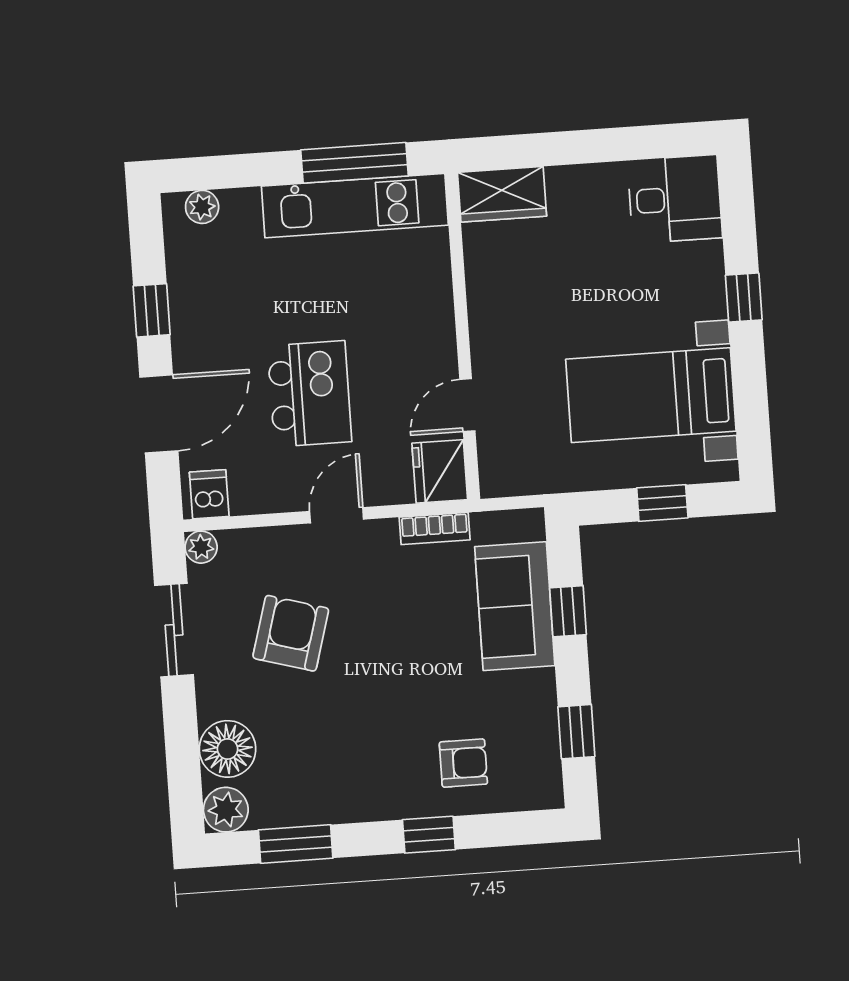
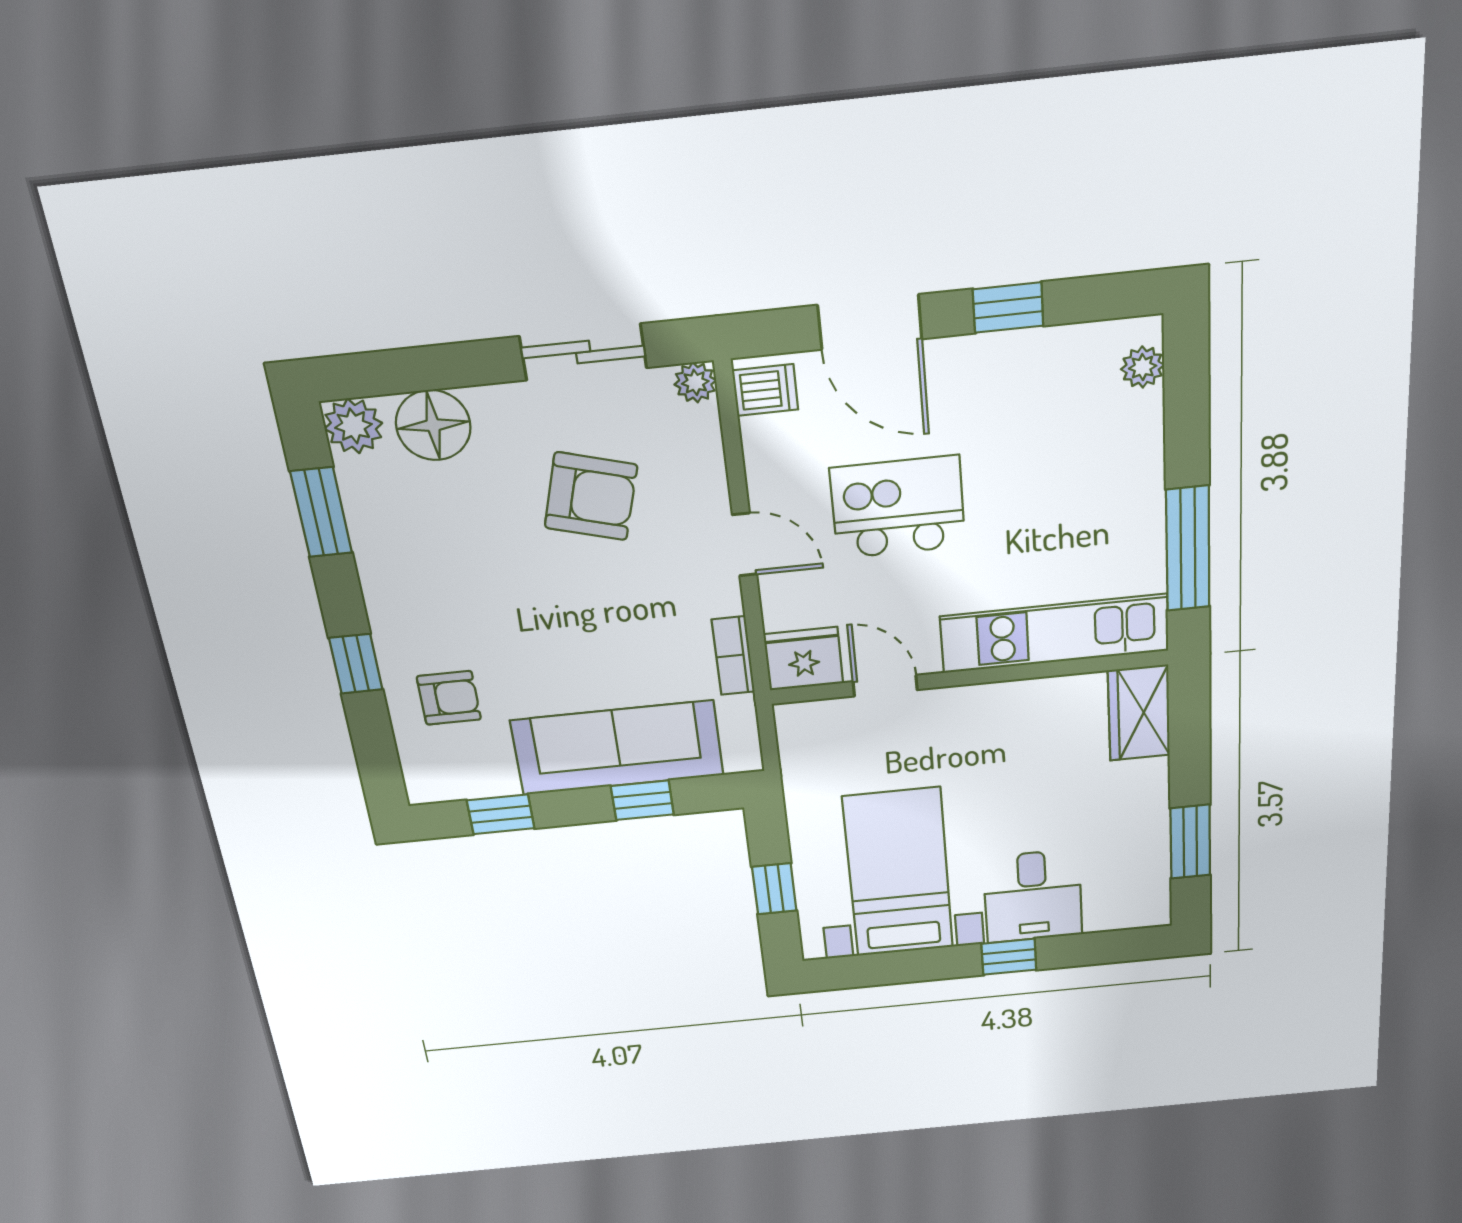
window: (630, 144) -> (1190, 842), added
desk: (675, 199) -> (1033, 896), moved
kitchen unit: (355, 206) -> (1055, 634), moved, turned 90
kitchen island: (310, 394) -> (898, 507), turned 180
sofa: (515, 606) -> (617, 748), width x1.36
armchair: (463, 763) -> (449, 698), turned -90

